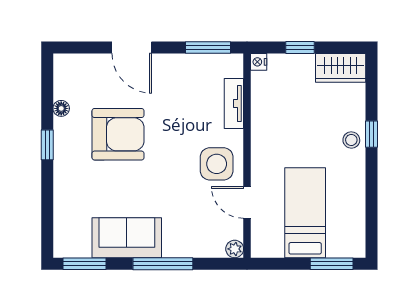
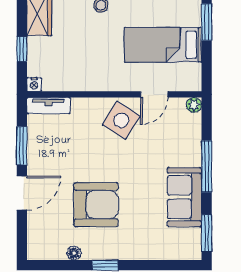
window: (208, 47) -> (22, 146), moved
tv unit: (234, 103) -> (48, 106), moved
armchair: (118, 134) -> (96, 205), turned 90
side table: (217, 164) -> (121, 120), turned 32

